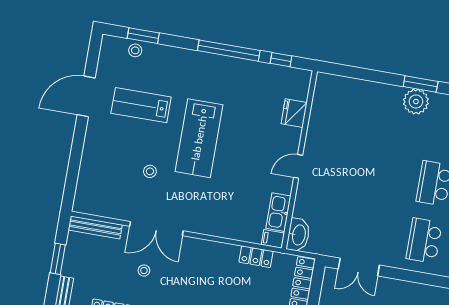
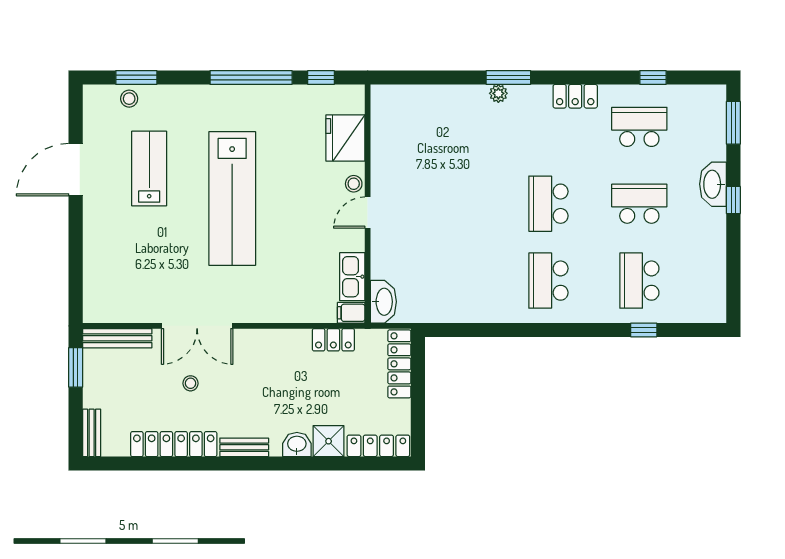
plant: (416, 102) -> (498, 93), width x0.53, depth x0.53
lab bench: (141, 105) -> (149, 169), turned 90
fridge: (294, 113) -> (345, 138), width x1.36, depth x1.34
lab bench: (199, 138) -> (232, 198), width x1.36
stool: (150, 171) -> (354, 184), moved
window: (58, 259) -> (76, 367), moved
double door: (359, 267) -> (469, 330), removed

